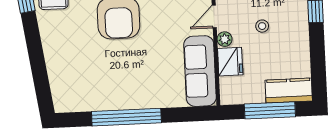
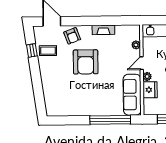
window: (126, 117) -> (110, 120), moved

